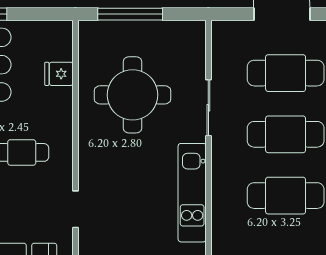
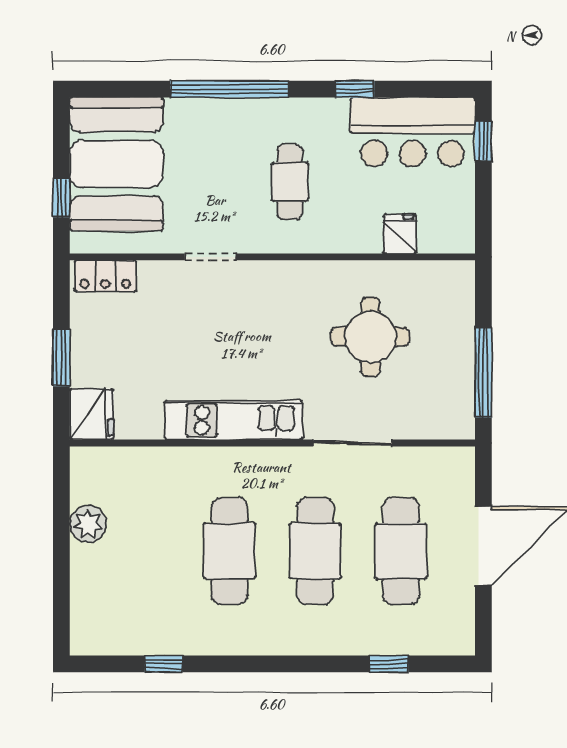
window: (130, 14) -> (483, 372), moved
round table: (133, 95) -> (370, 337), width x0.73, depth x0.73

